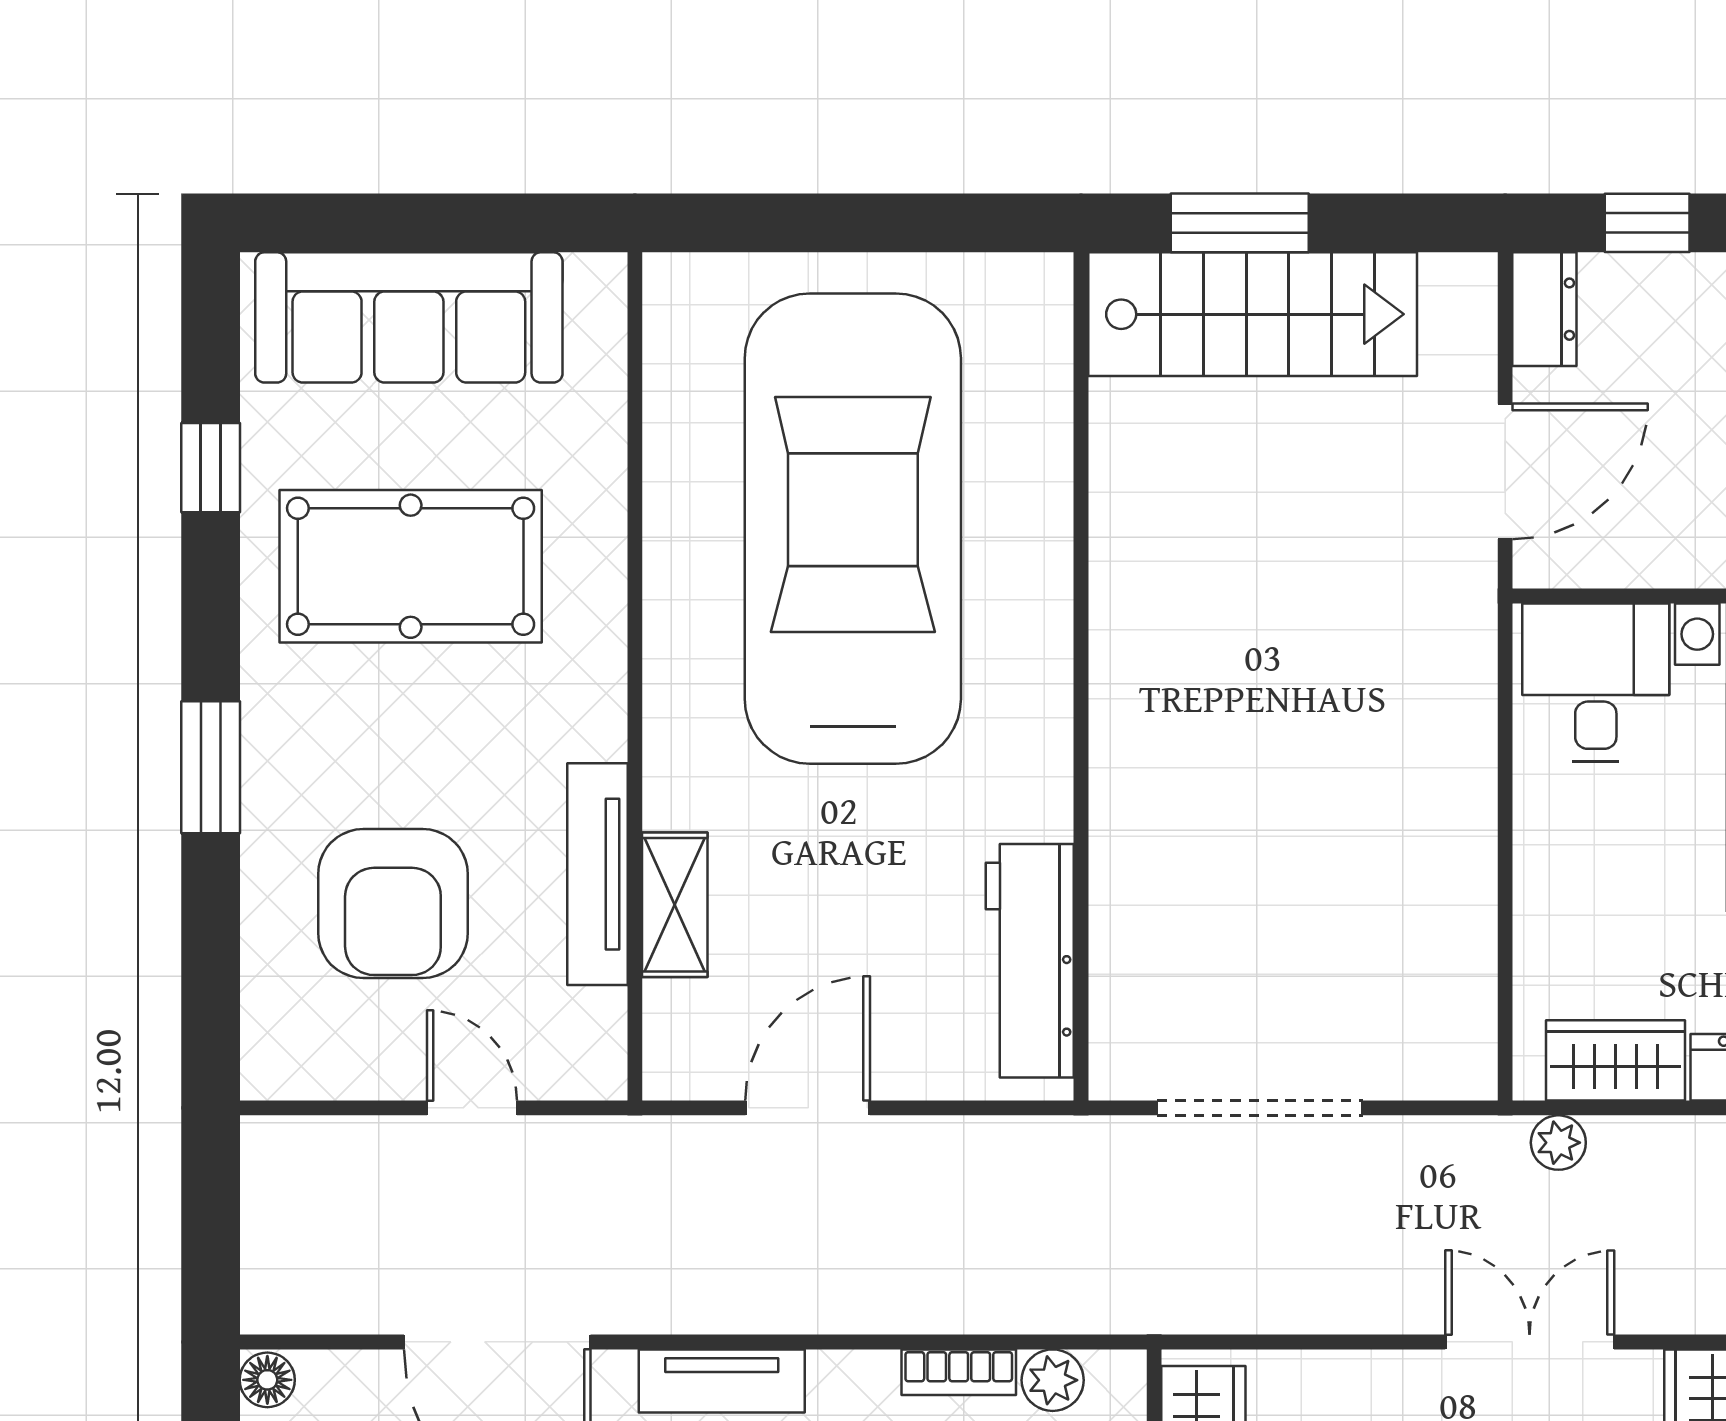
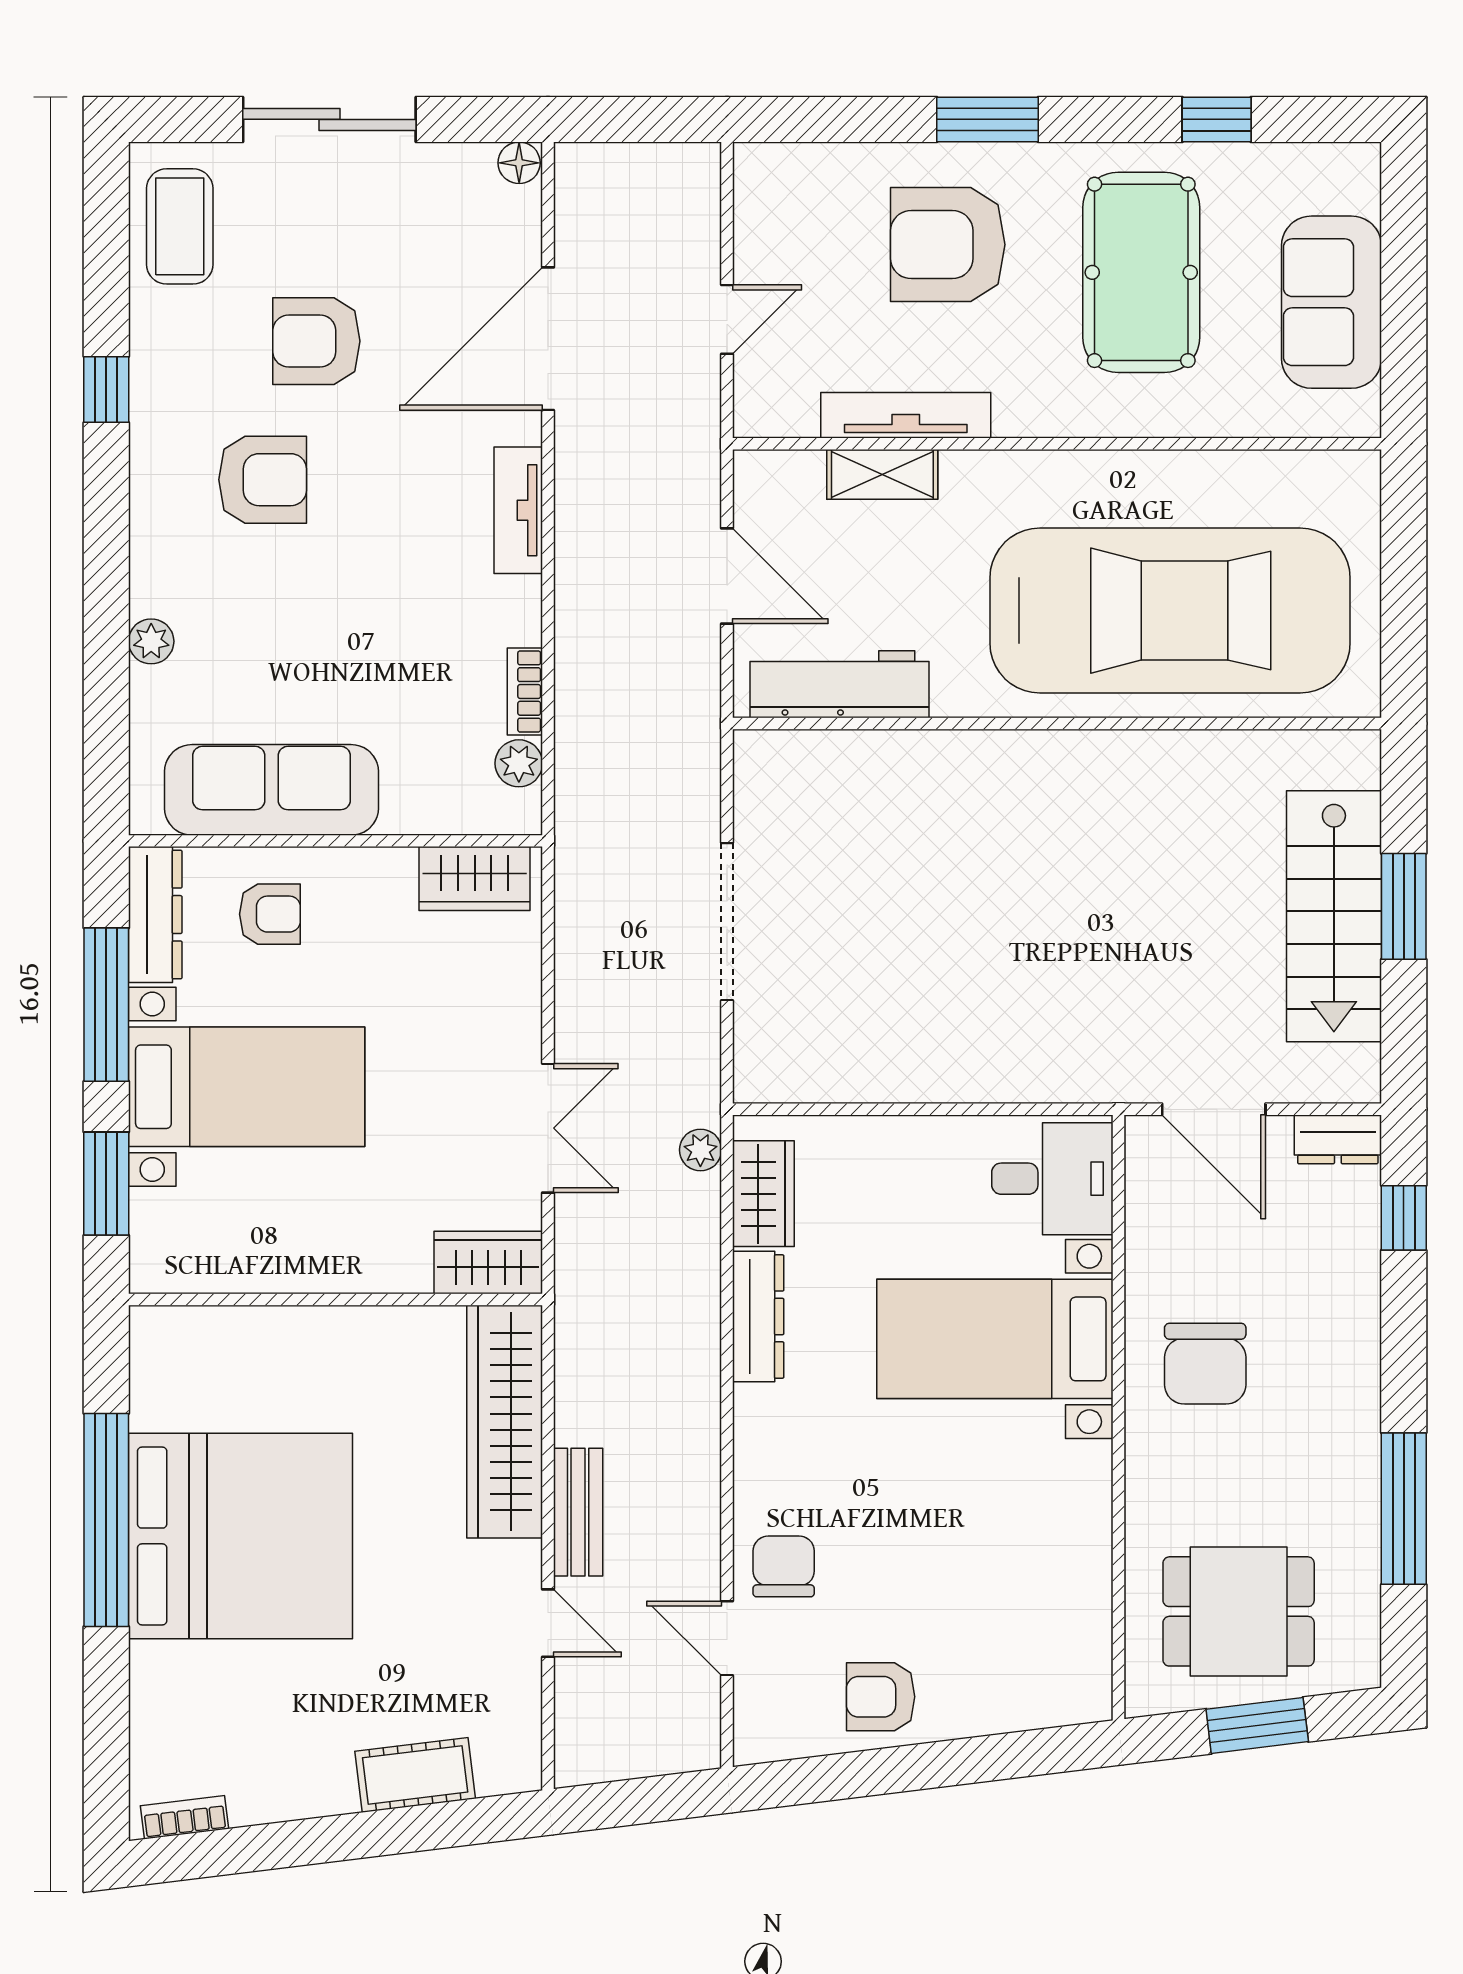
sofa: (409, 317) -> (1331, 302), width x0.73
wall: (1081, 676) -> (1057, 723), moved
armchair: (393, 904) -> (948, 245), moved
workbench: (1030, 961) -> (840, 684), moved

